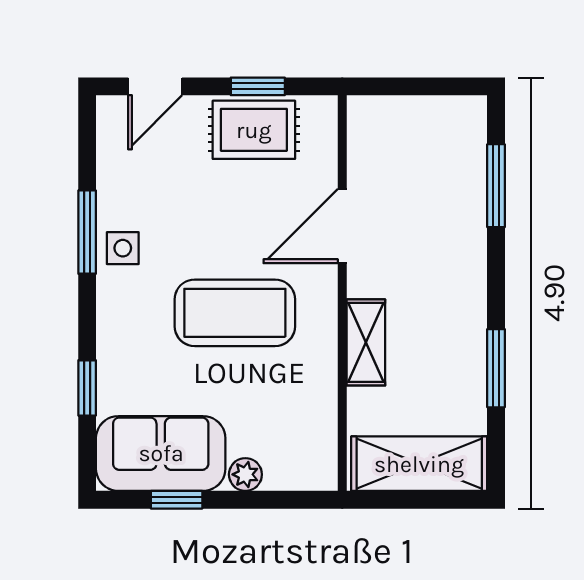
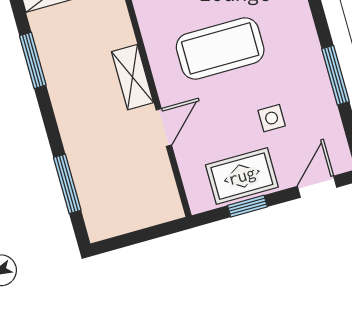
door: (342, 226) -> (164, 127), width x0.73
side table: (123, 248) -> (272, 118), moved
shelving: (366, 342) -> (132, 77), moved

